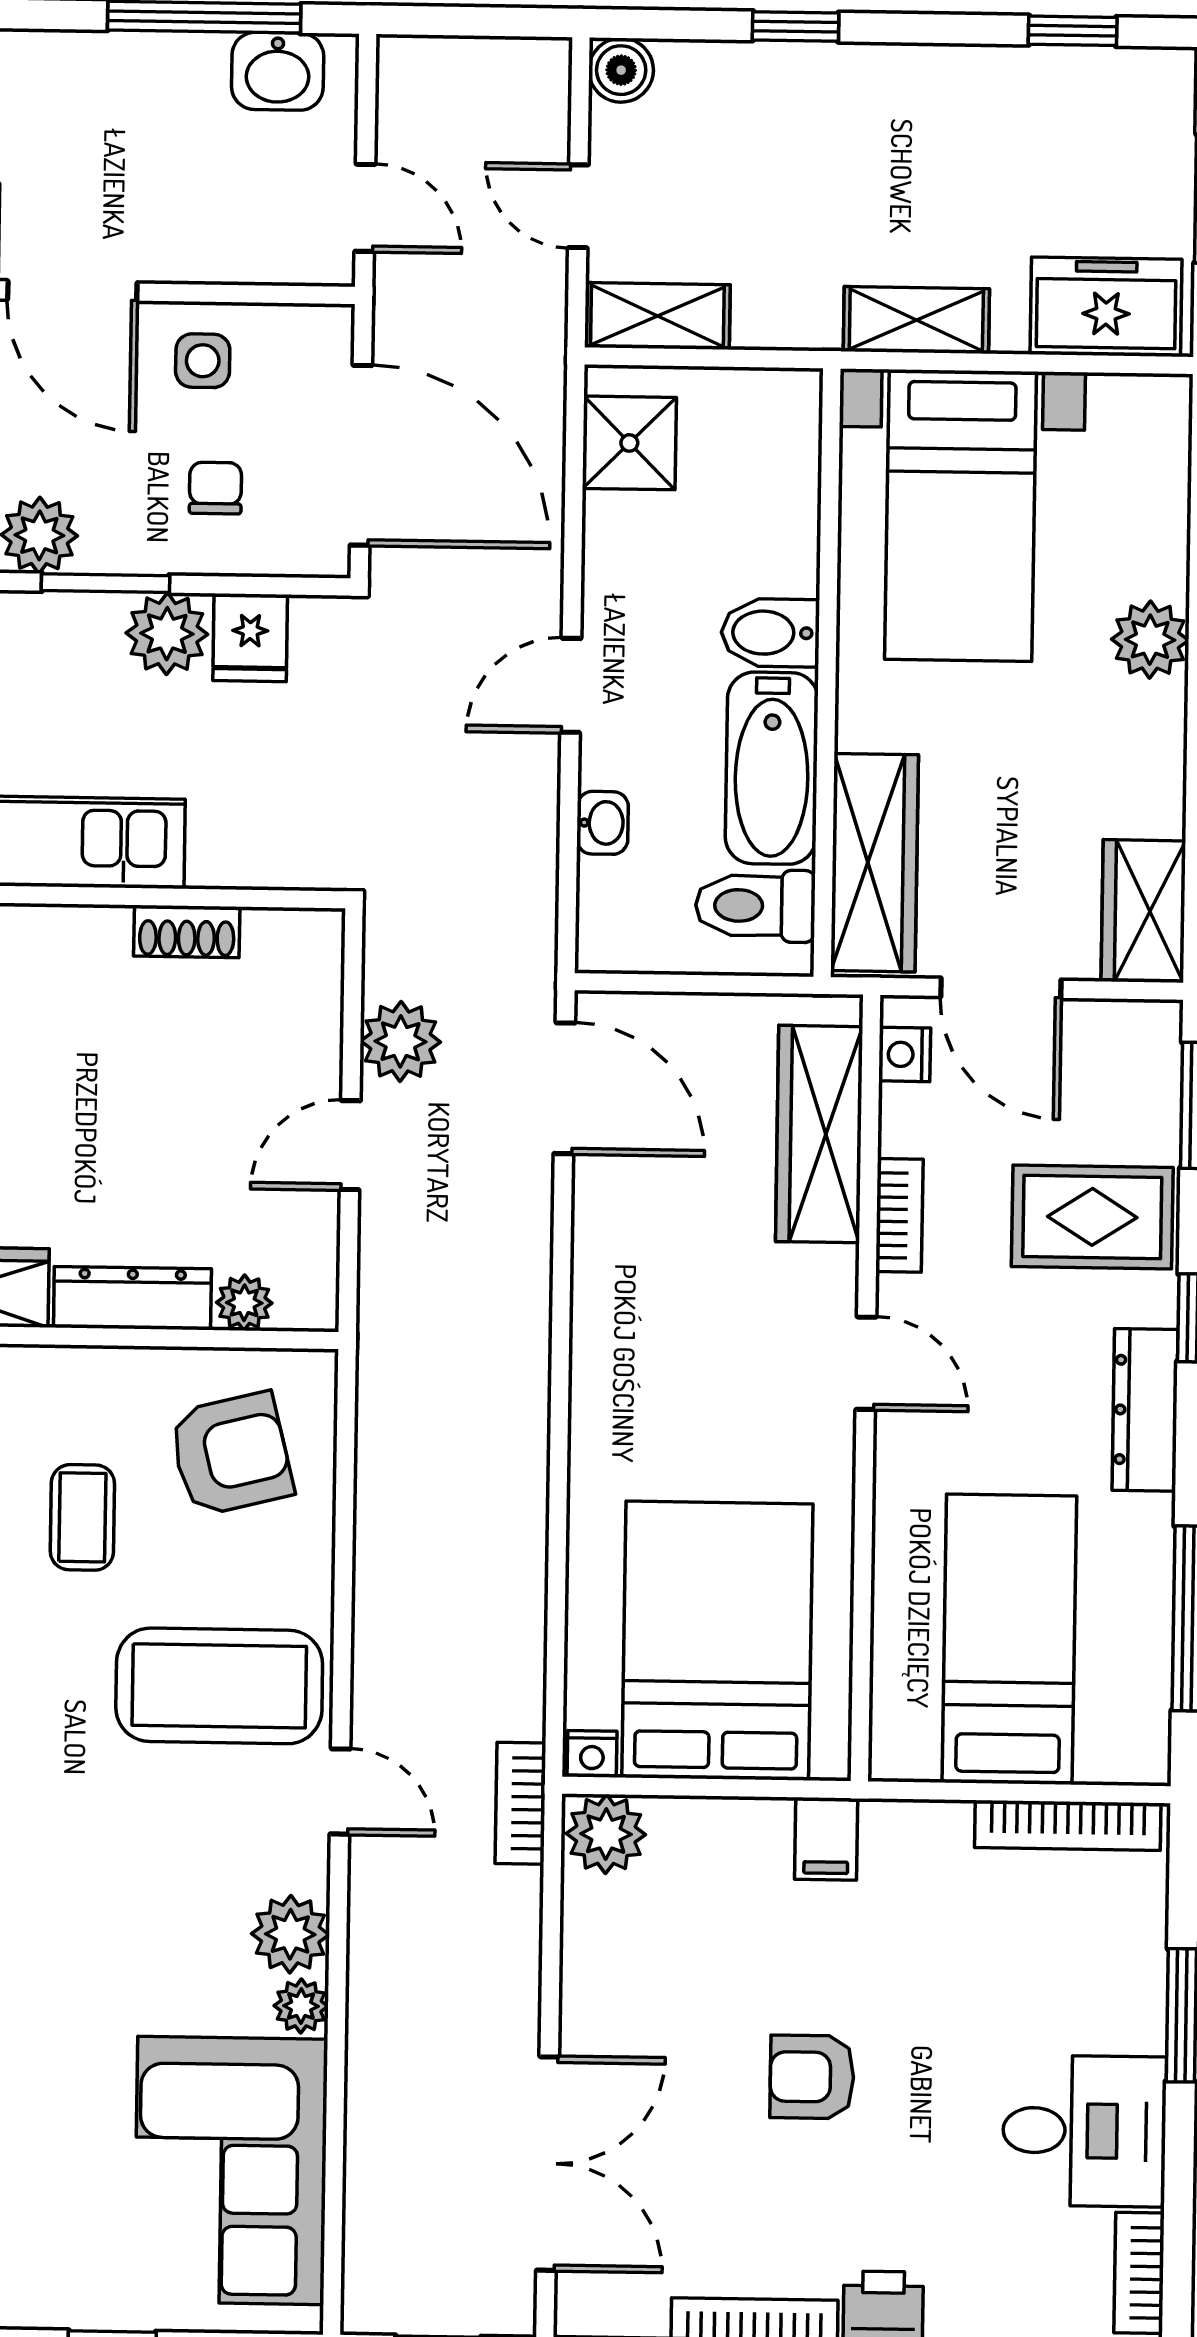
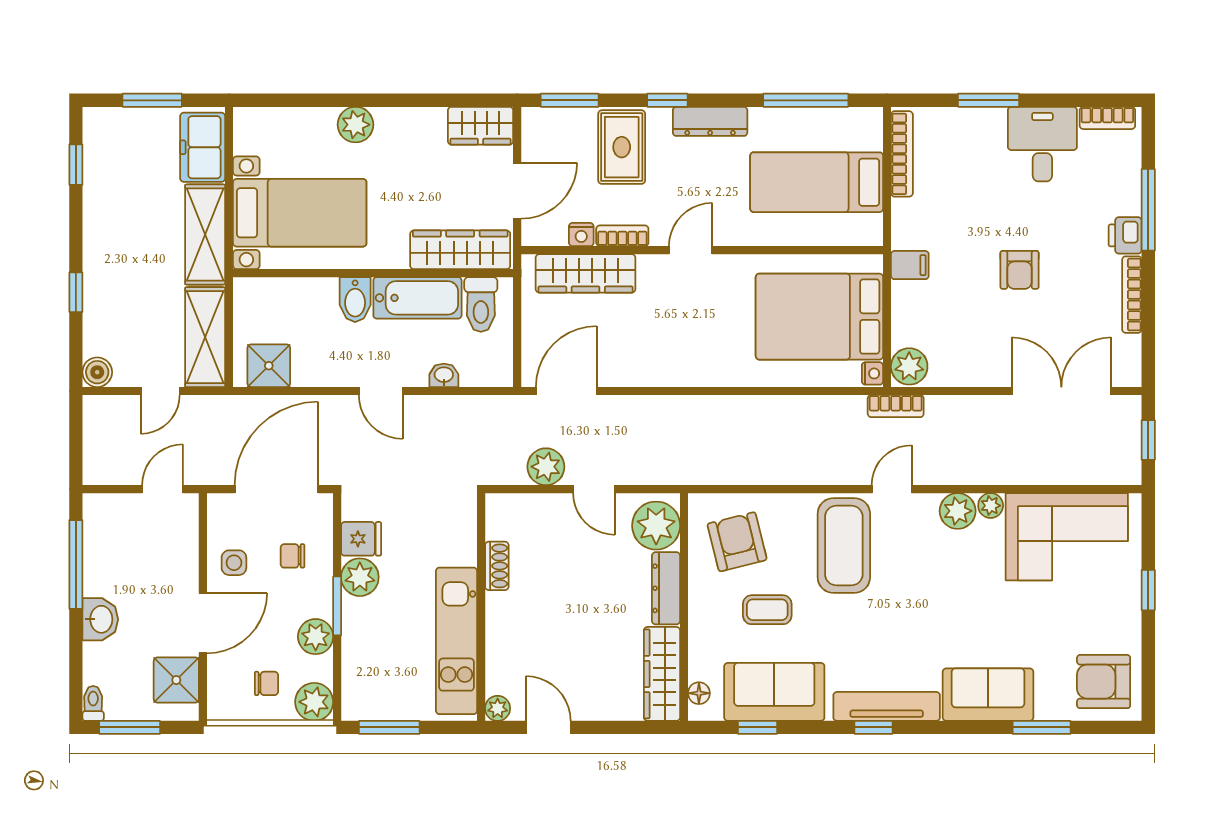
washbasin: (278, 71) -> (100, 619), moved
shelving: (657, 316) -> (205, 337), width x1.50, depth x1.33
shelving: (916, 320) -> (205, 234), width x1.50, depth x1.33
nightstand: (905, 1054) -> (581, 235), moved
plant: (244, 1303) -> (656, 526), width x1.88, depth x1.88

